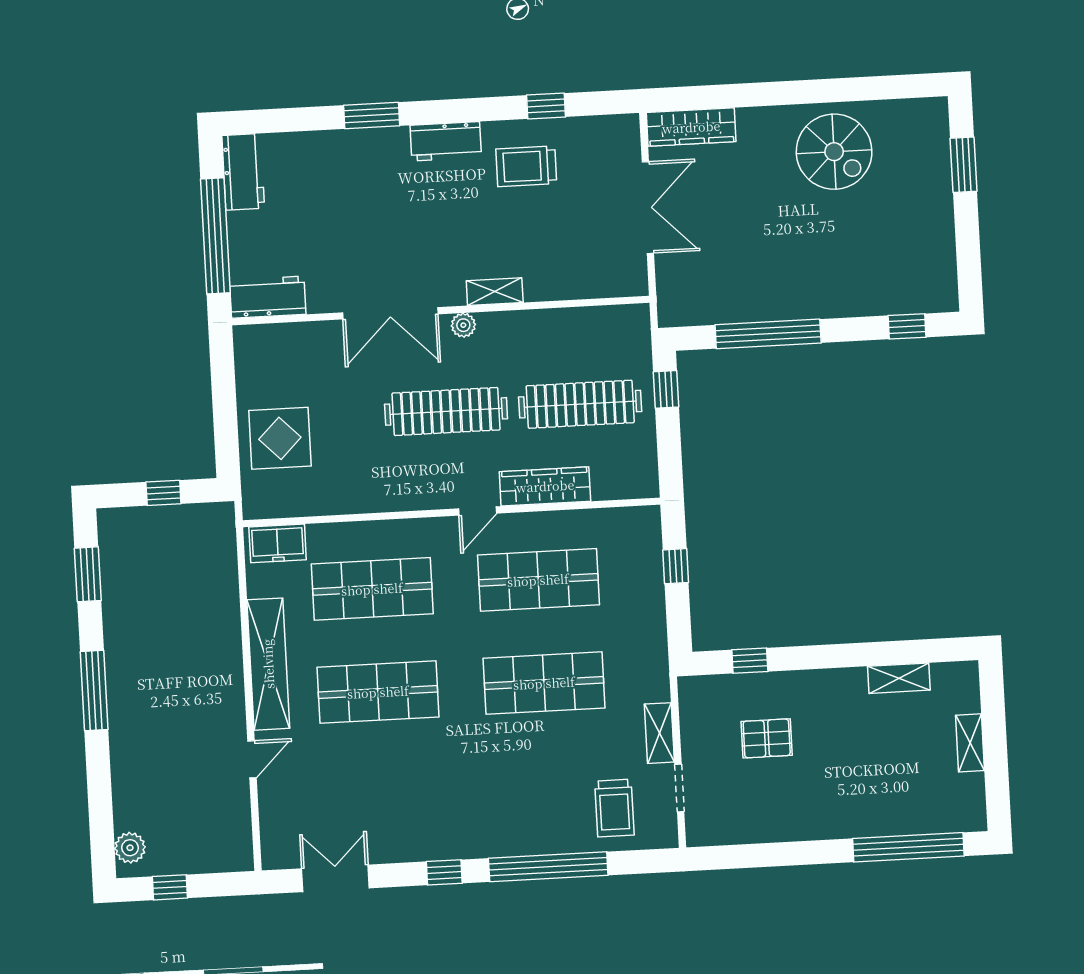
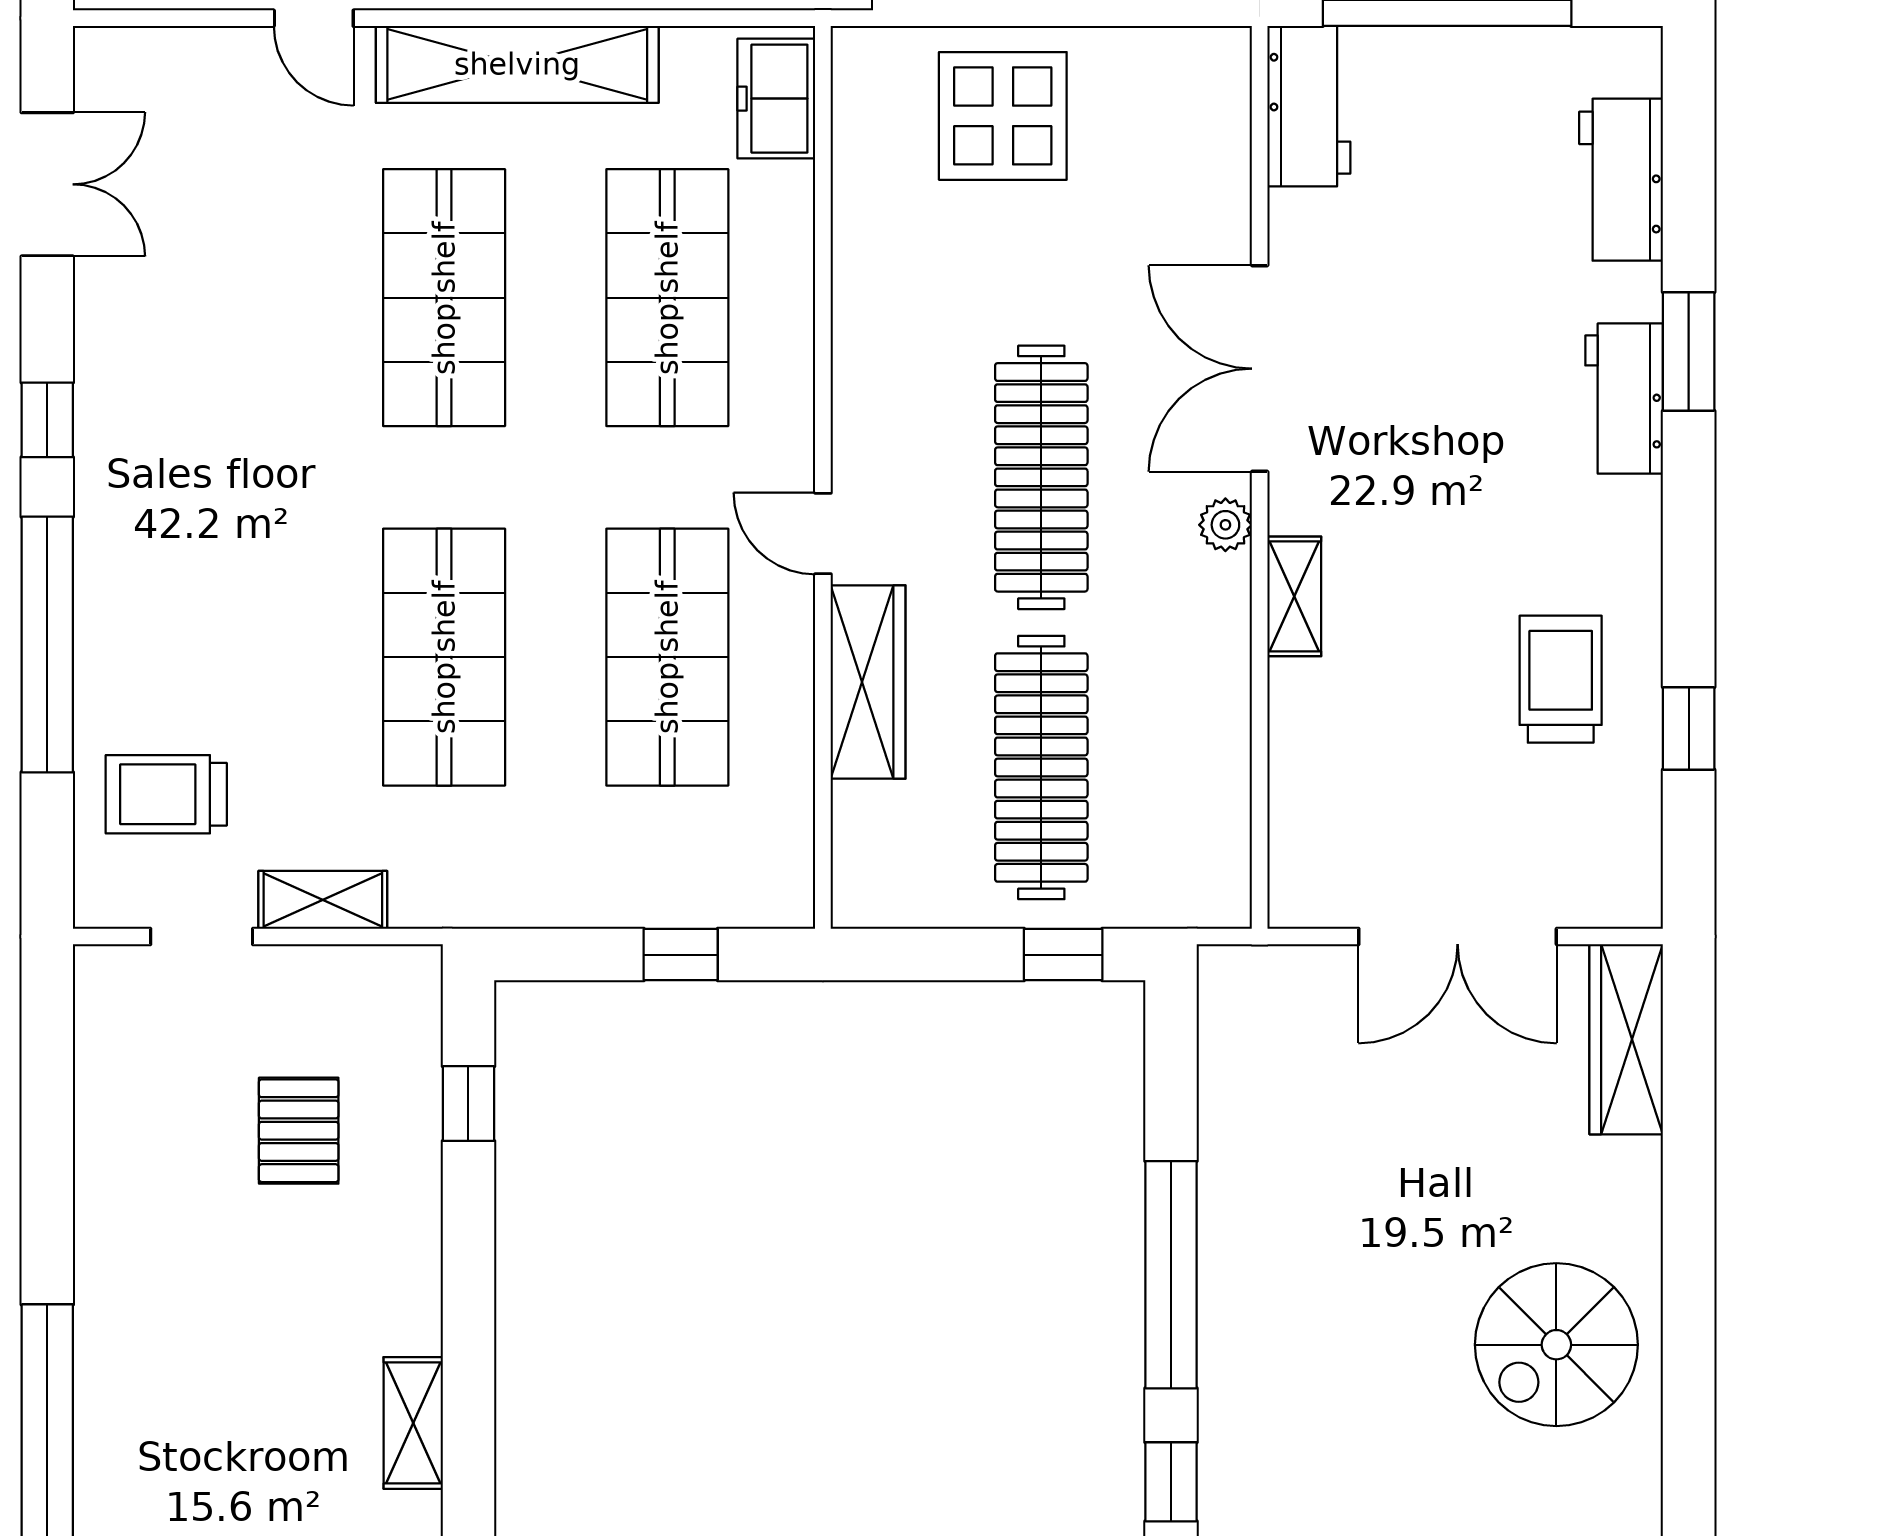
workbench: (446, 141) -> (1624, 399), moved
workbench: (243, 172) -> (1621, 180), moved, turned 90
window: (768, 334) -> (1171, 1275), moved

